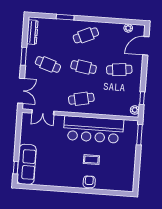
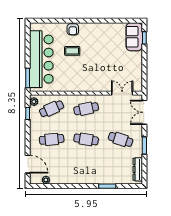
cafe table: (86, 35) -> (52, 109), moved
door: (146, 46) -> (28, 164), hinge flipped
bar counter: (93, 129) -> (41, 59), moved, turned 90
sofa: (27, 164) -> (134, 37), width x0.73

